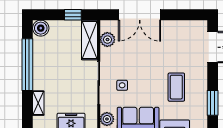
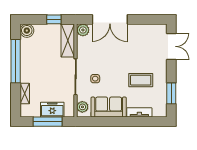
plant: (107, 40) -> (83, 30), moved
coffee table: (176, 87) -> (141, 80), turned 90

